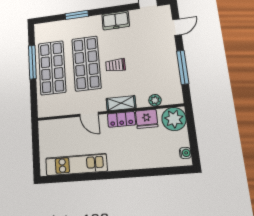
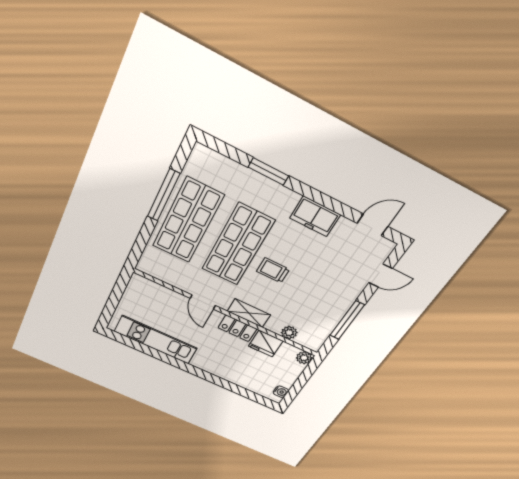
plant: (174, 119) -> (304, 358), width x0.53, depth x0.53

